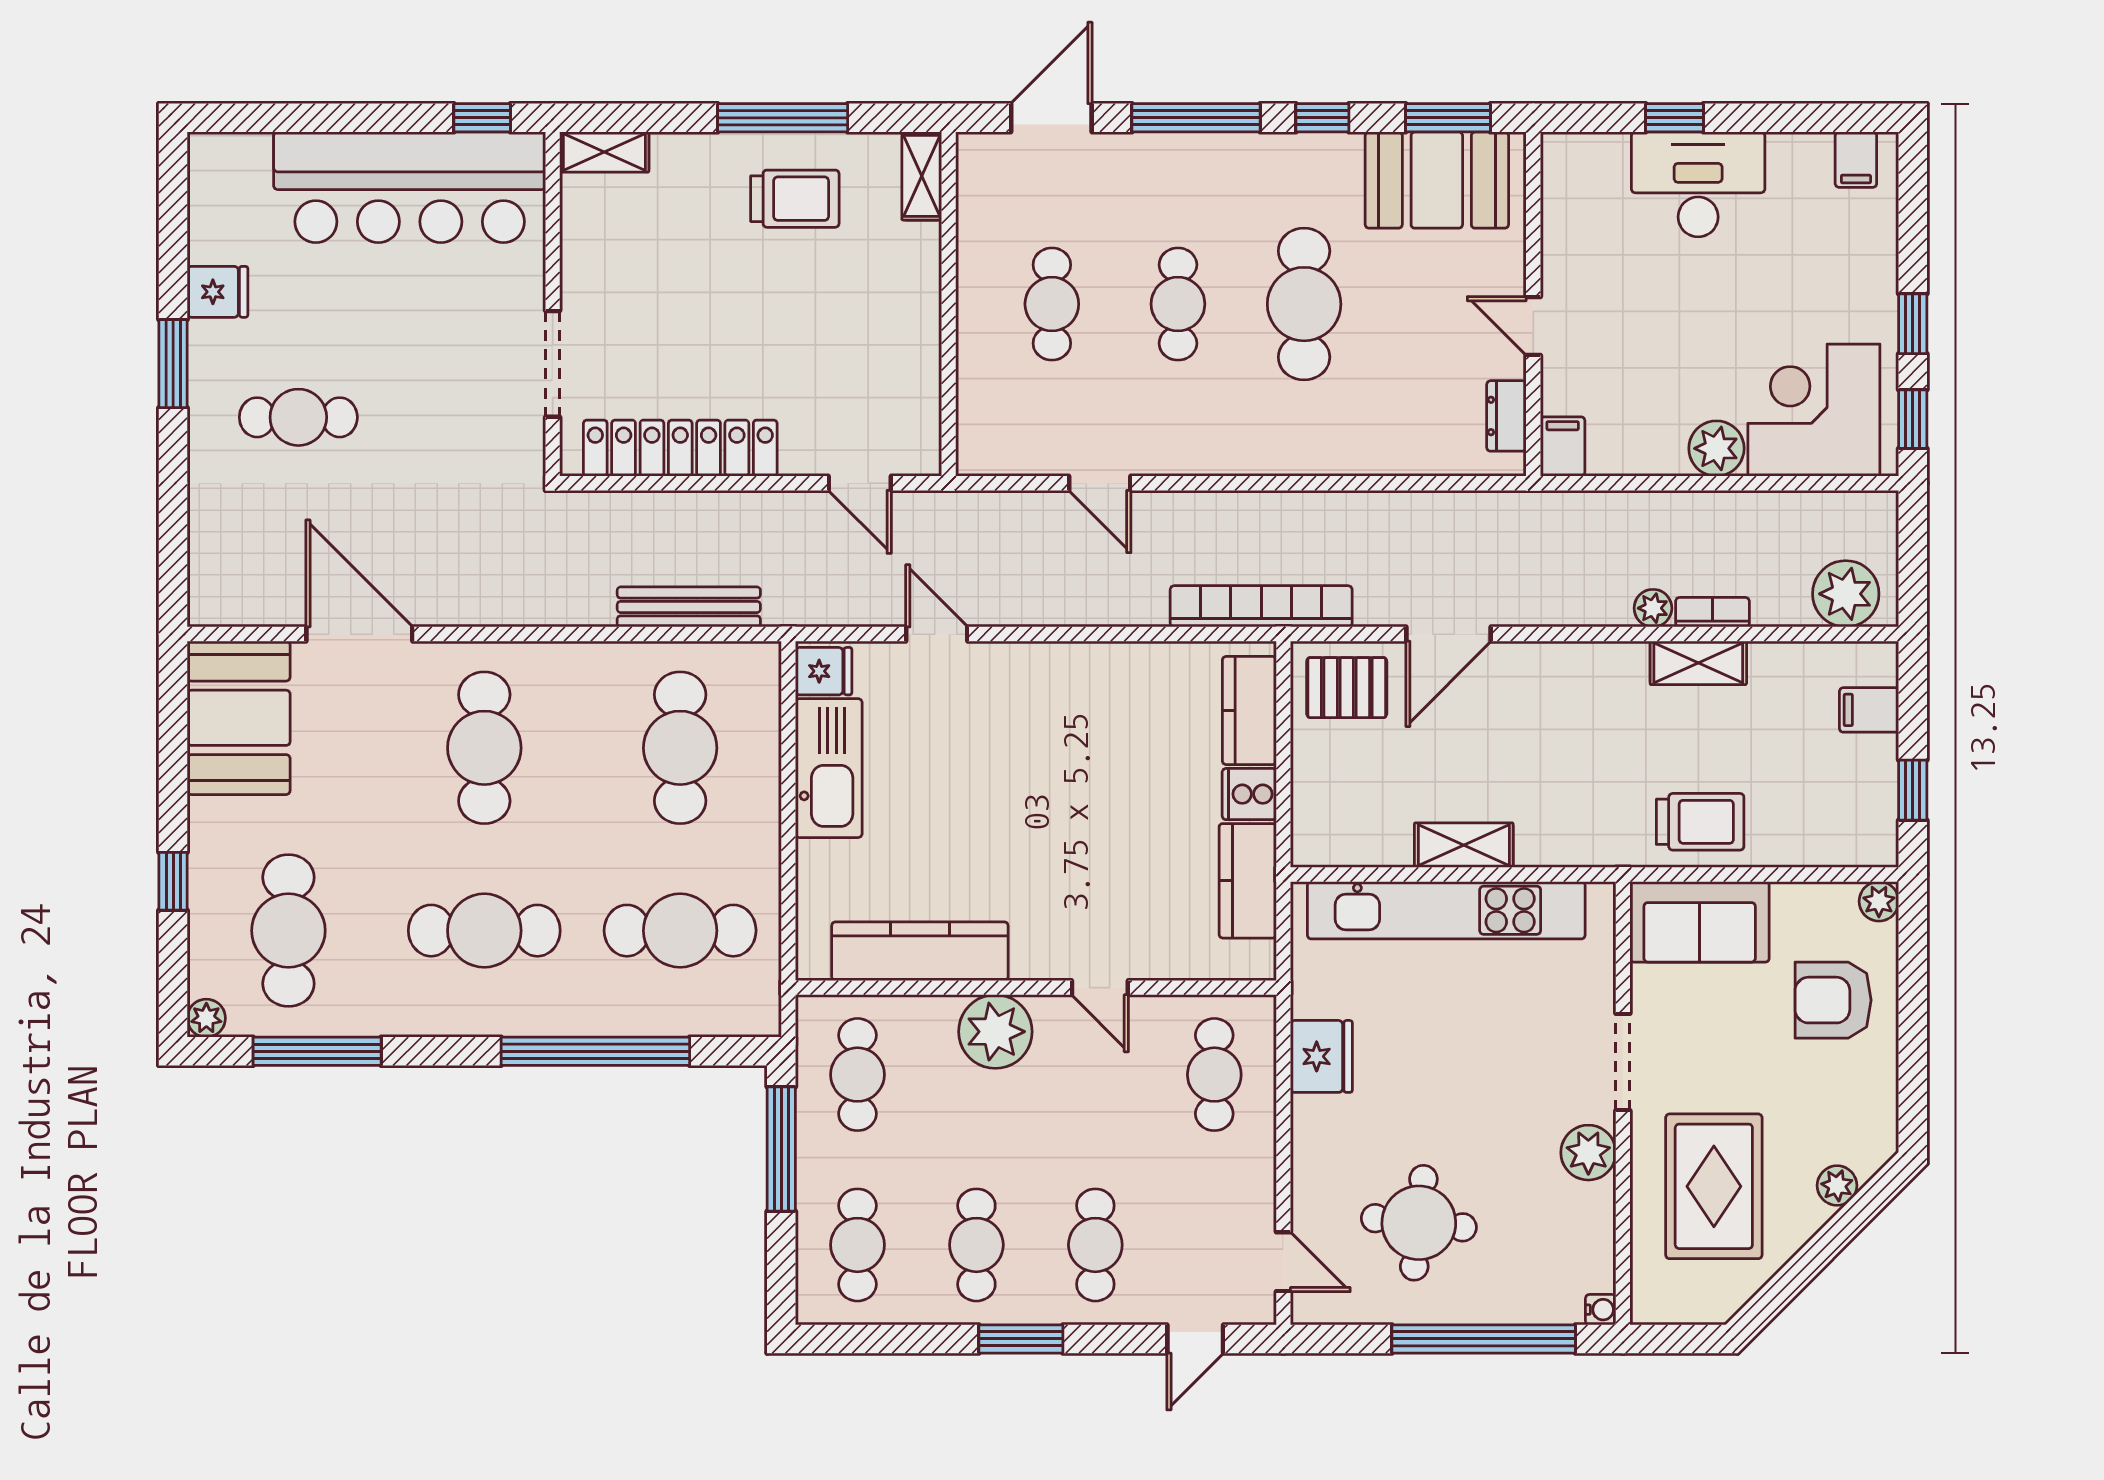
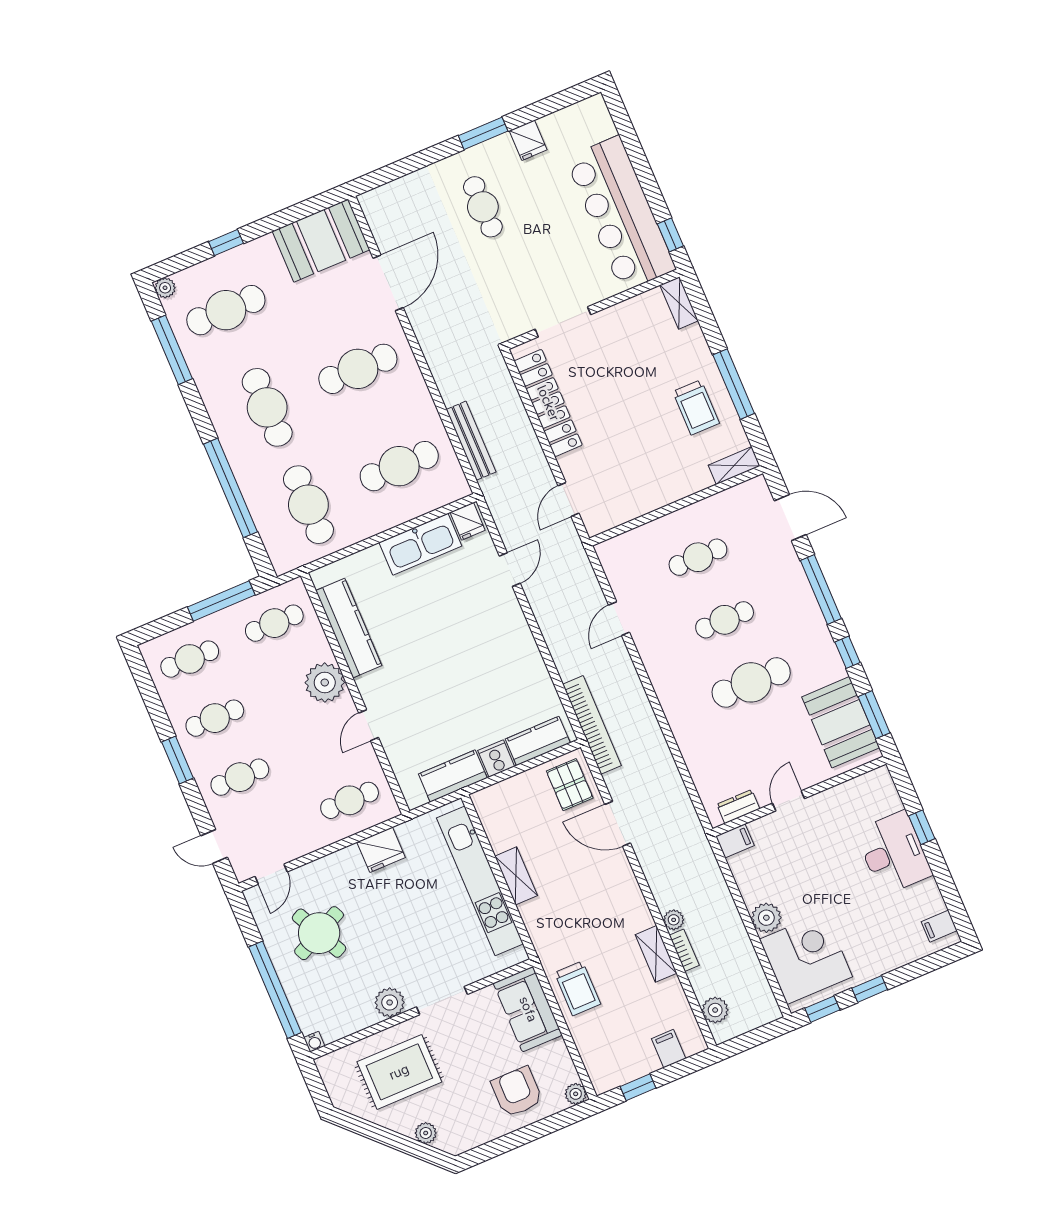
plant: (1846, 594) -> (715, 1010), width x0.73, depth x0.73
round table: (1419, 1223) -> (319, 933), turned -32

